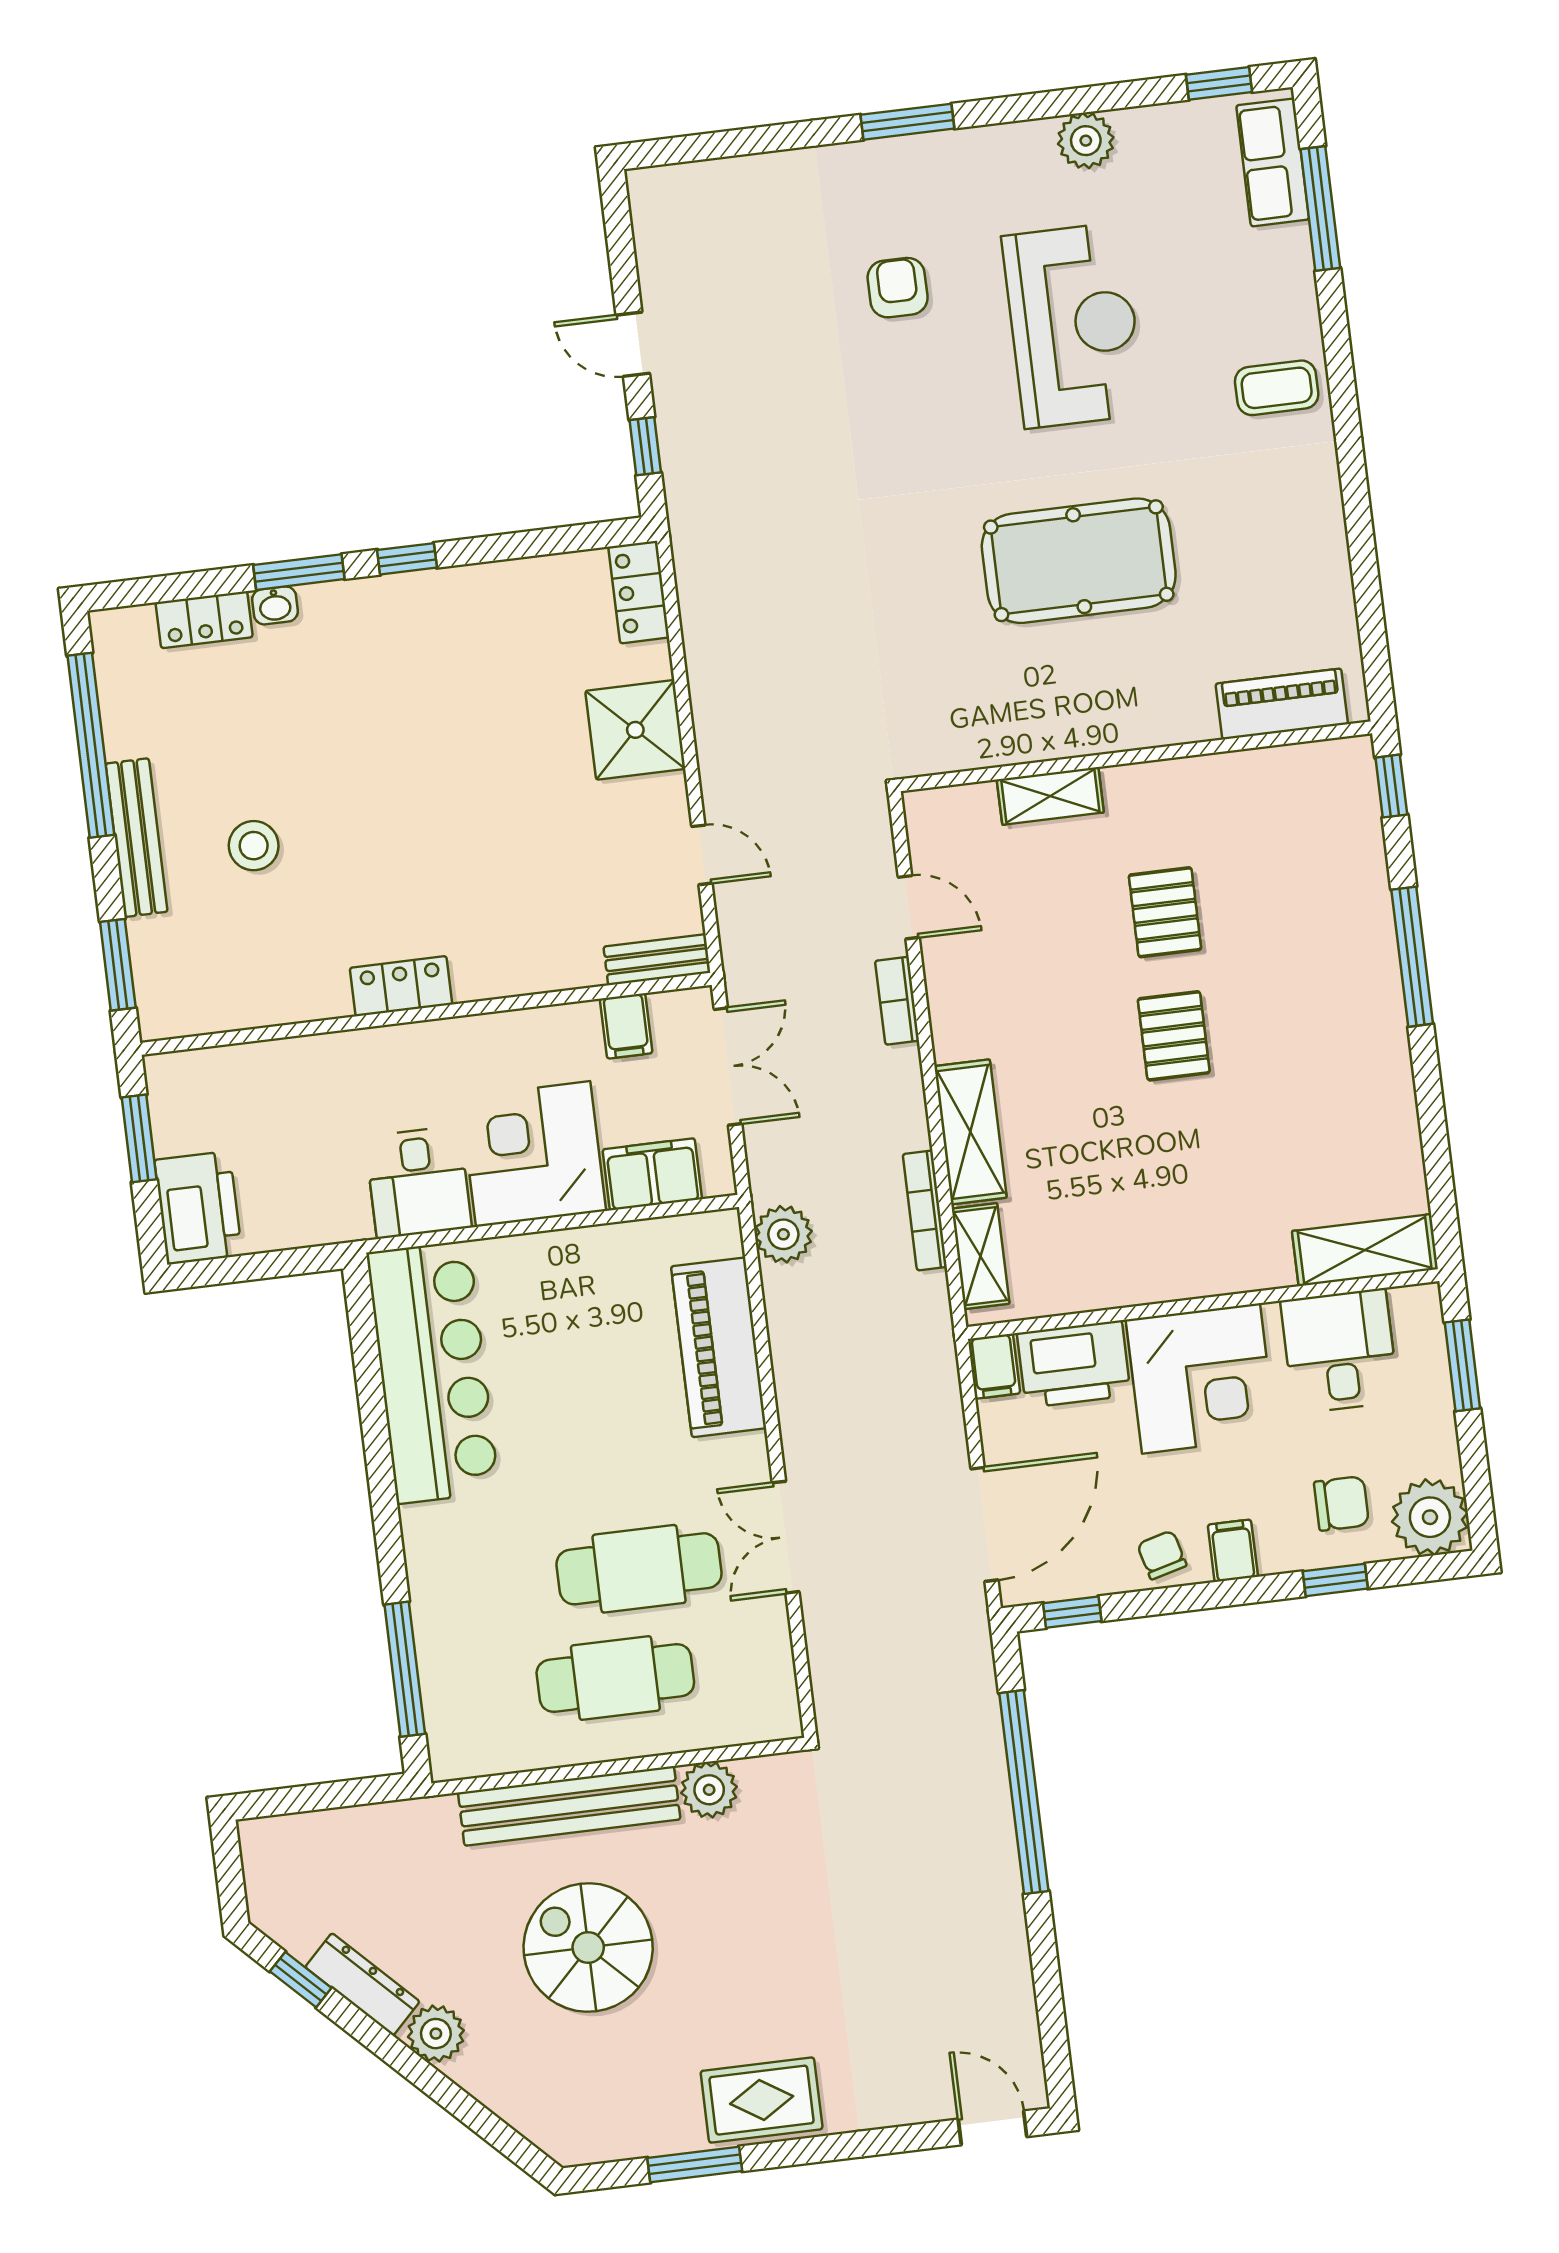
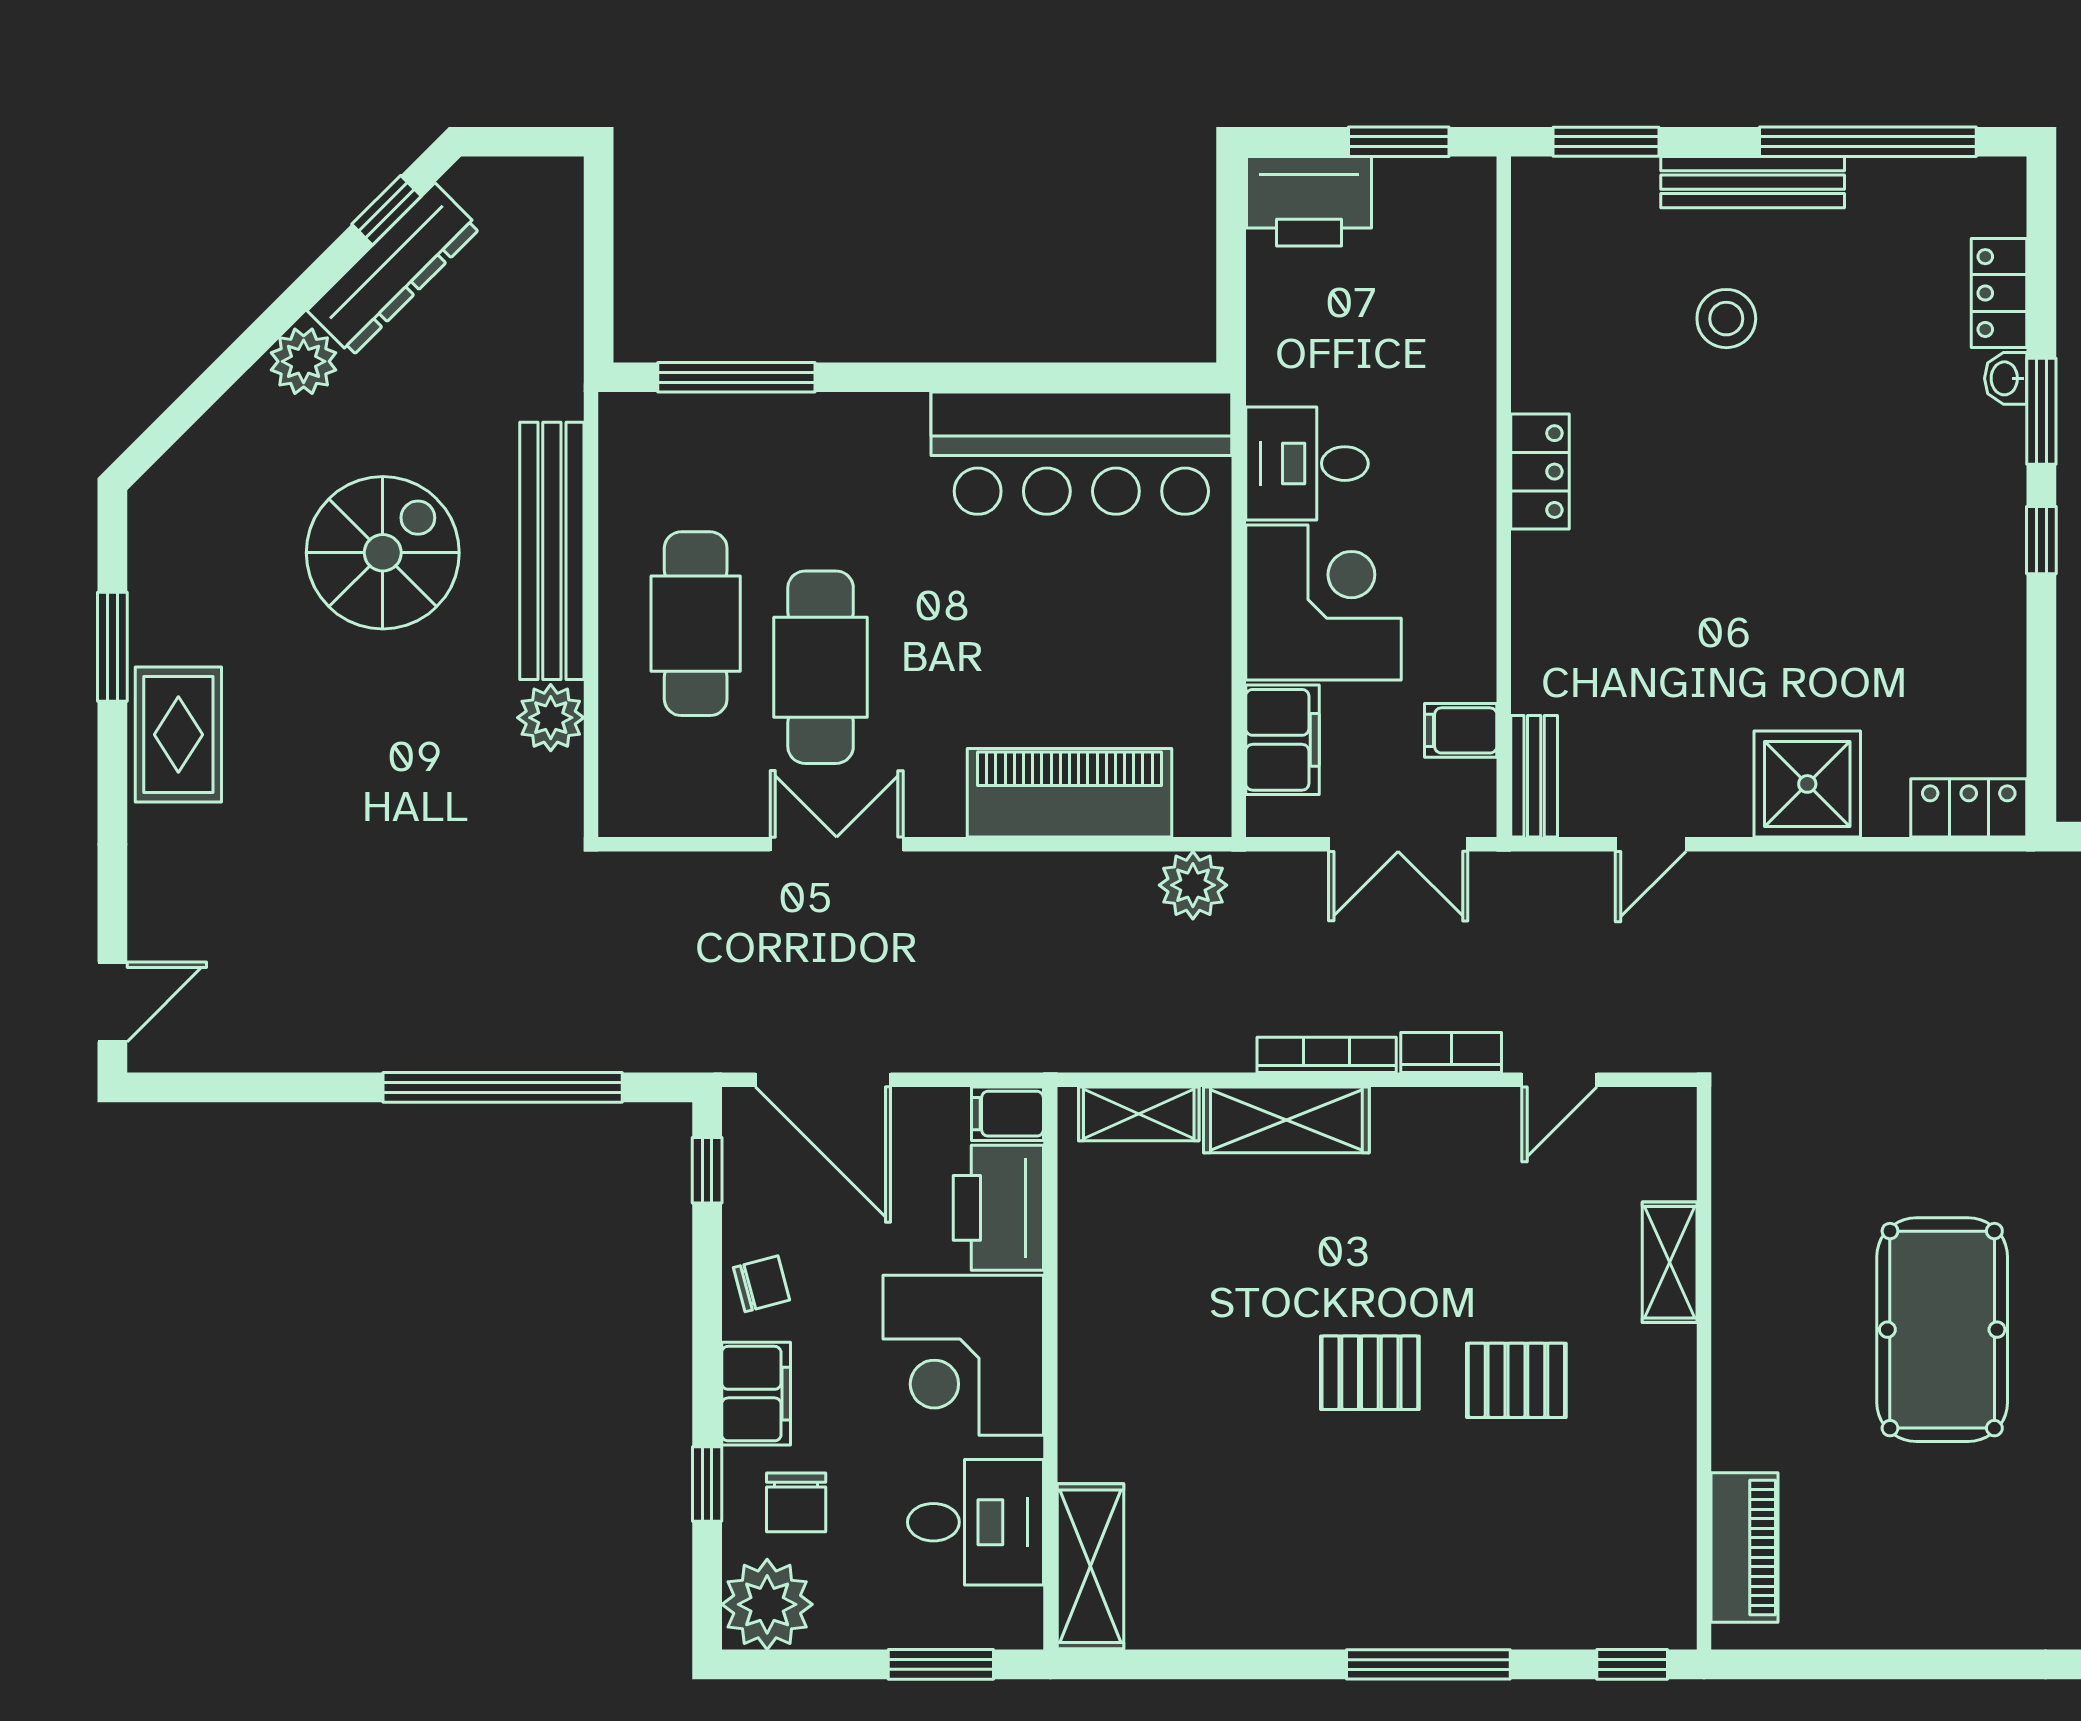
bookcase: (925, 1211) -> (1327, 1055), moved
filing cabinet: (1233, 1551) -> (756, 1394), width x2.00
dresser: (362, 1984) -> (394, 269), width x1.37, depth x1.24

